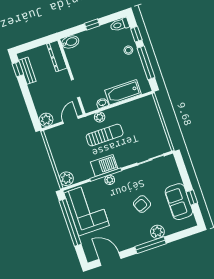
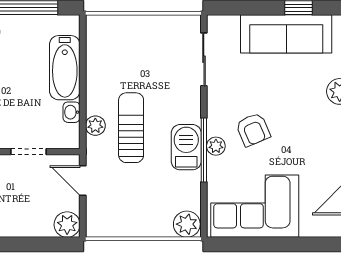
sofa: (179, 202) -> (286, 34), width x1.36
armchair: (142, 204) -> (253, 130), moved
window: (70, 223) -> (269, 244), removed

